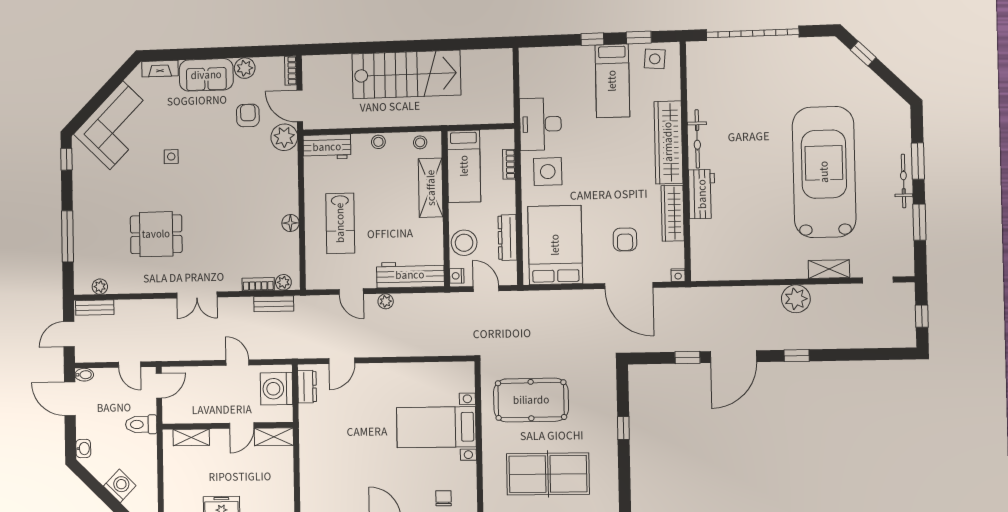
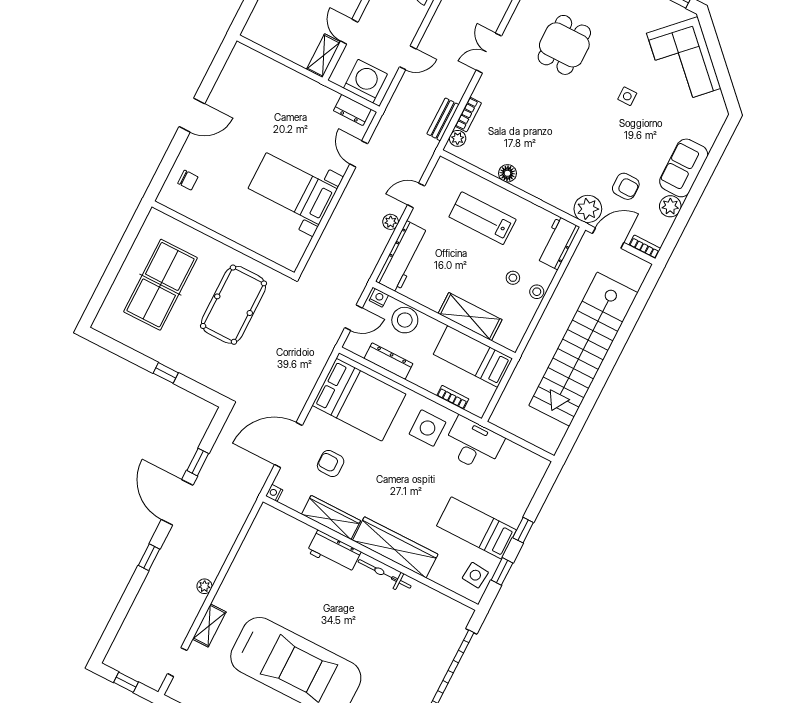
fireplace: (160, 69) -> (713, 128), removed
stairs: (406, 74) -> (583, 349), width x1.36
stool: (420, 142) -> (513, 278), moved
plant: (796, 299) -> (204, 586), width x0.53, depth x0.53
bed with nightstands: (436, 427) -> (293, 189), moved, turned -90

